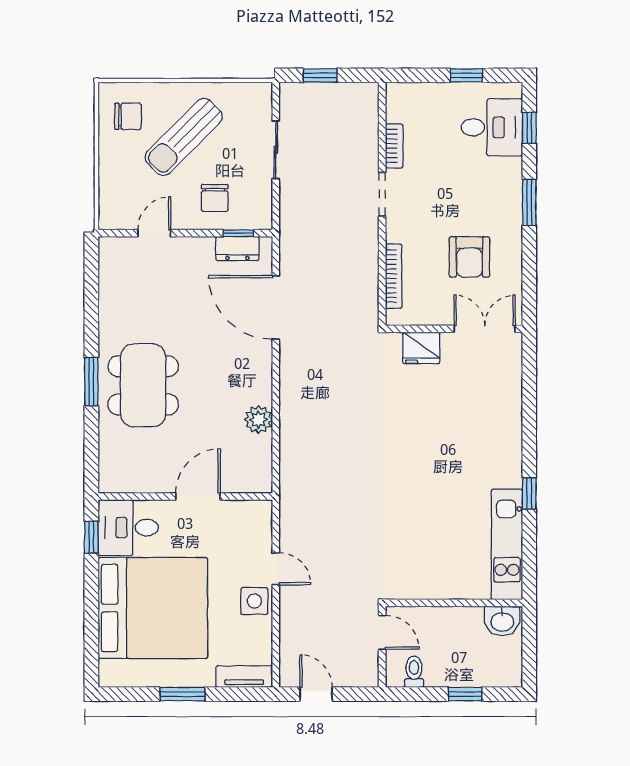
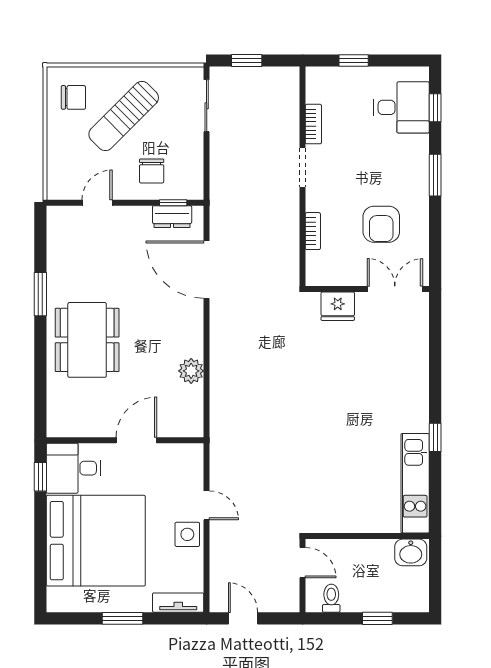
window: (467, 75) -> (354, 60), moved
sliding door: (276, 150) -> (207, 106), moved
bookcase: (394, 276) -> (313, 231), width x0.64
window: (91, 382) -> (40, 294), moved

